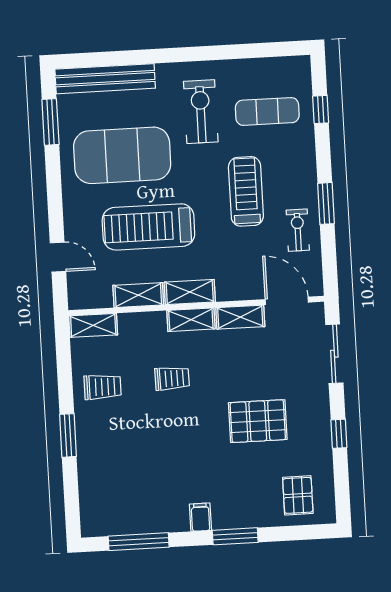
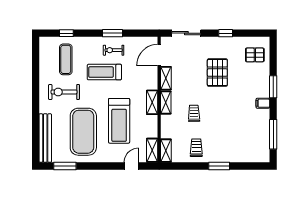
exercise bike: (298, 230) -> (114, 50), moved
shelving: (138, 295) -> (152, 150), moved

